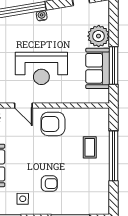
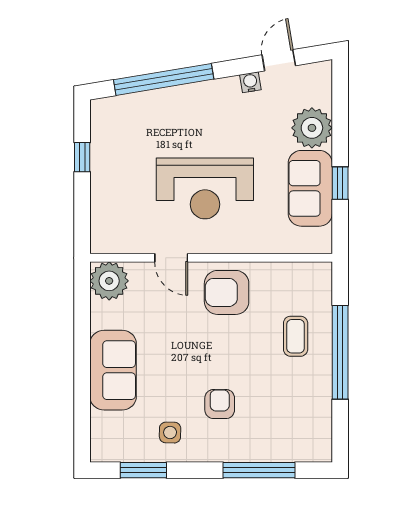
water cooler: (42, 16) -> (250, 82), moved
window: (114, 66) -> (340, 183), width x0.46
armchair: (49, 184) -> (220, 404), turned -90

